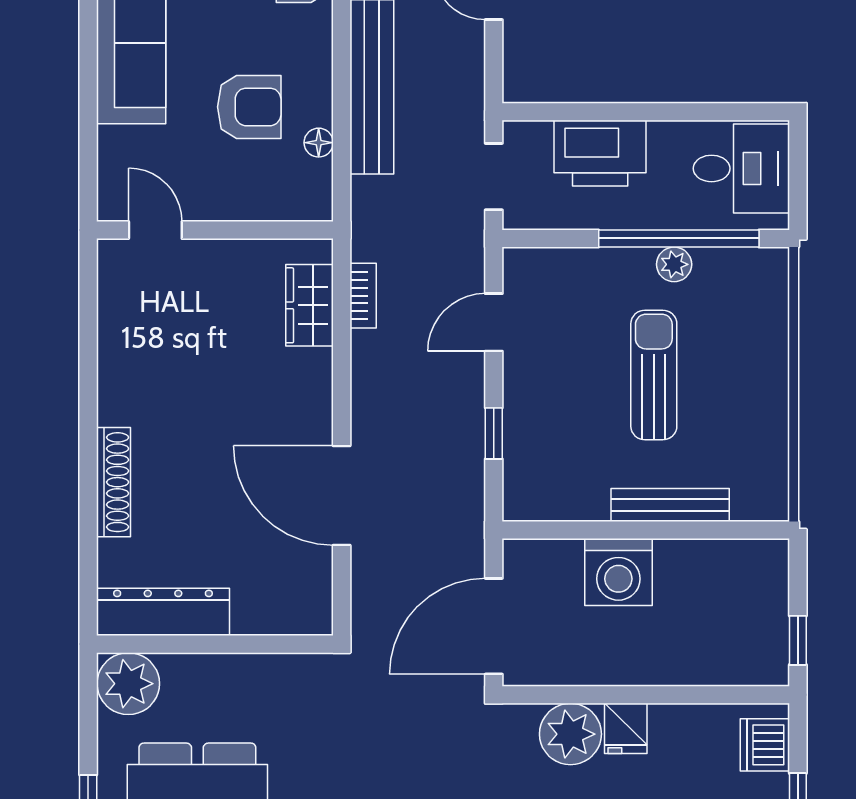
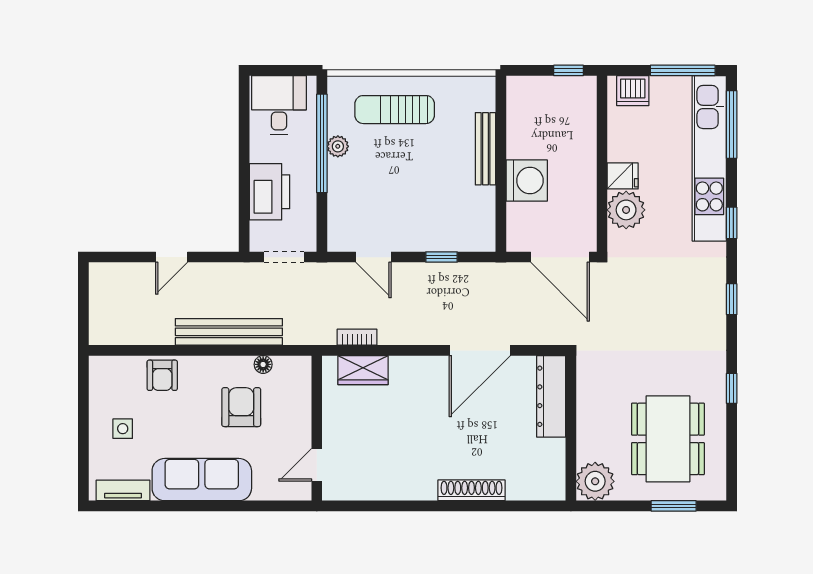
sun lounger: (654, 375) -> (395, 110), moved
dresser: (163, 612) -> (551, 396), moved

